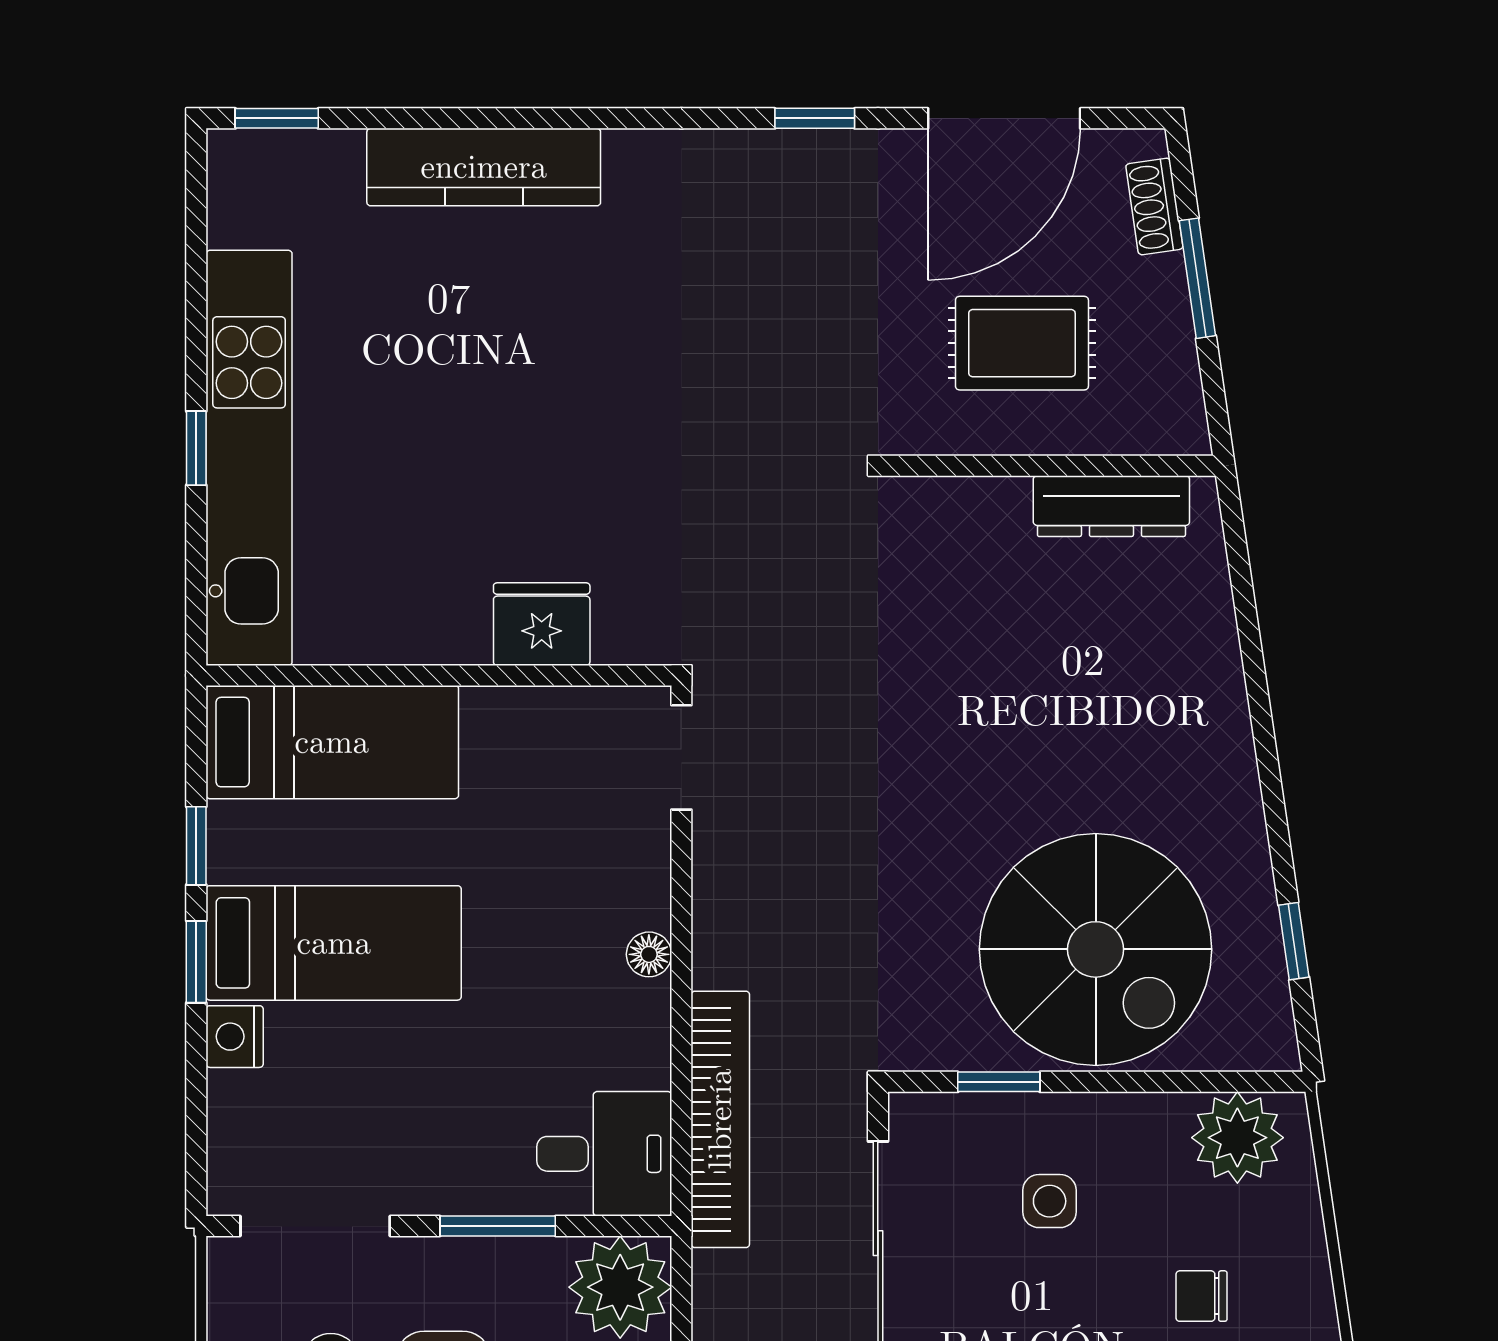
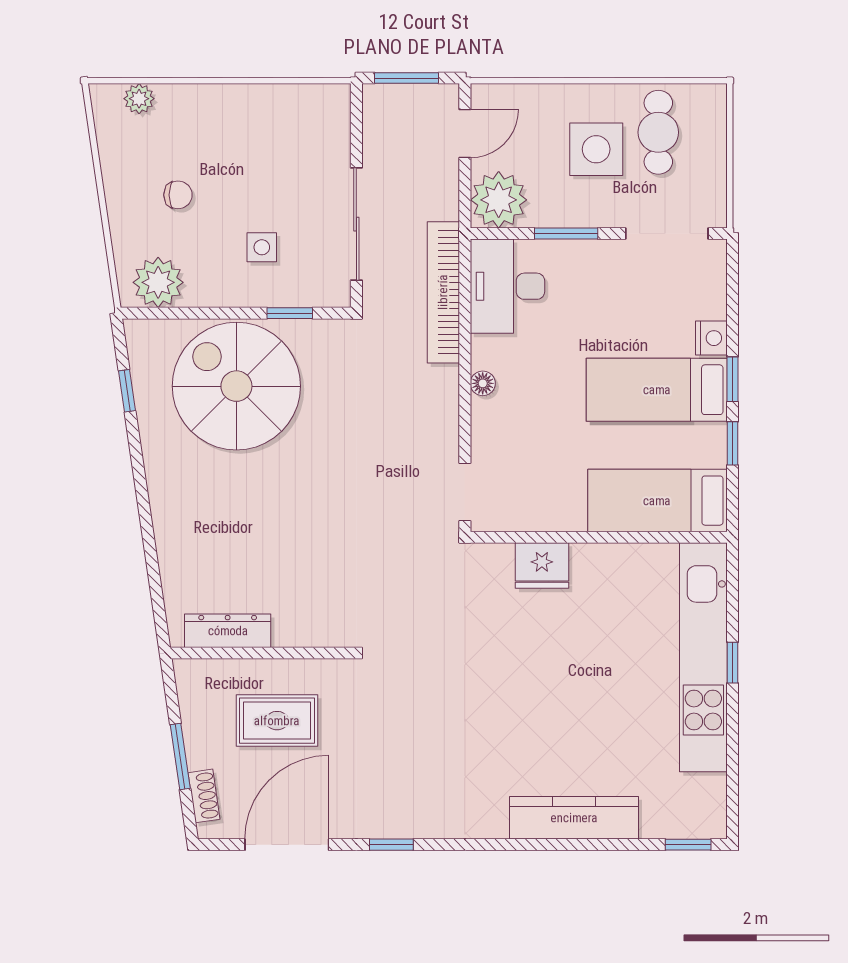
desk: (604, 1154) -> (507, 286), width x1.37

